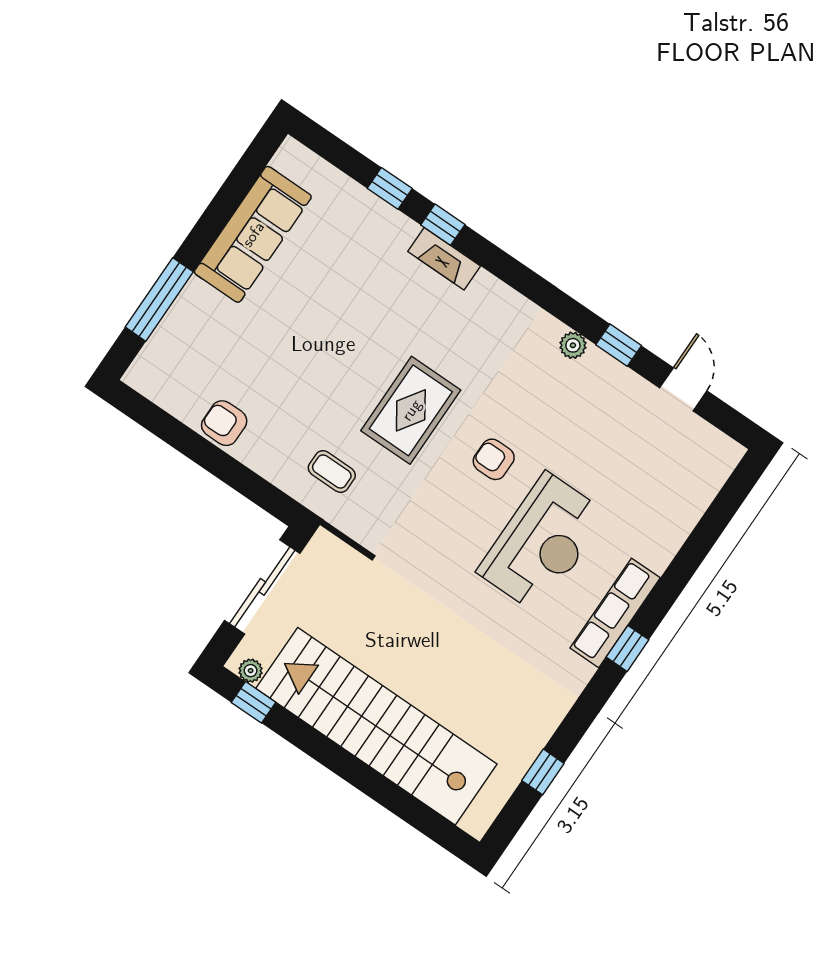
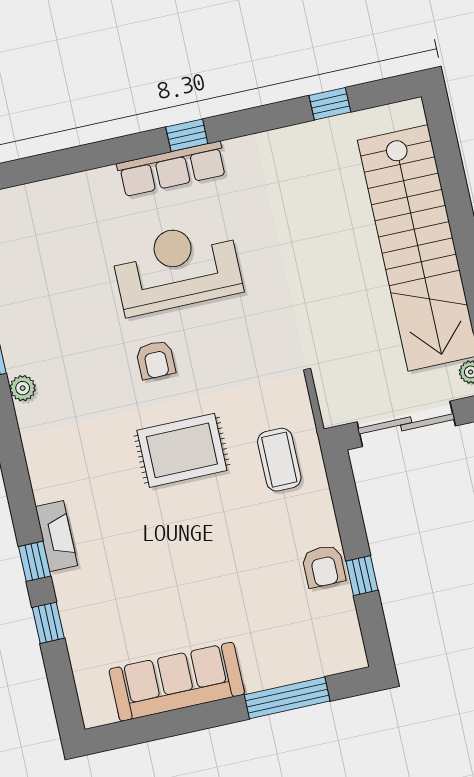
window: (189, 443) -> (362, 576), added
coffee table: (332, 472) -> (279, 460), width x1.36, depth x1.30

